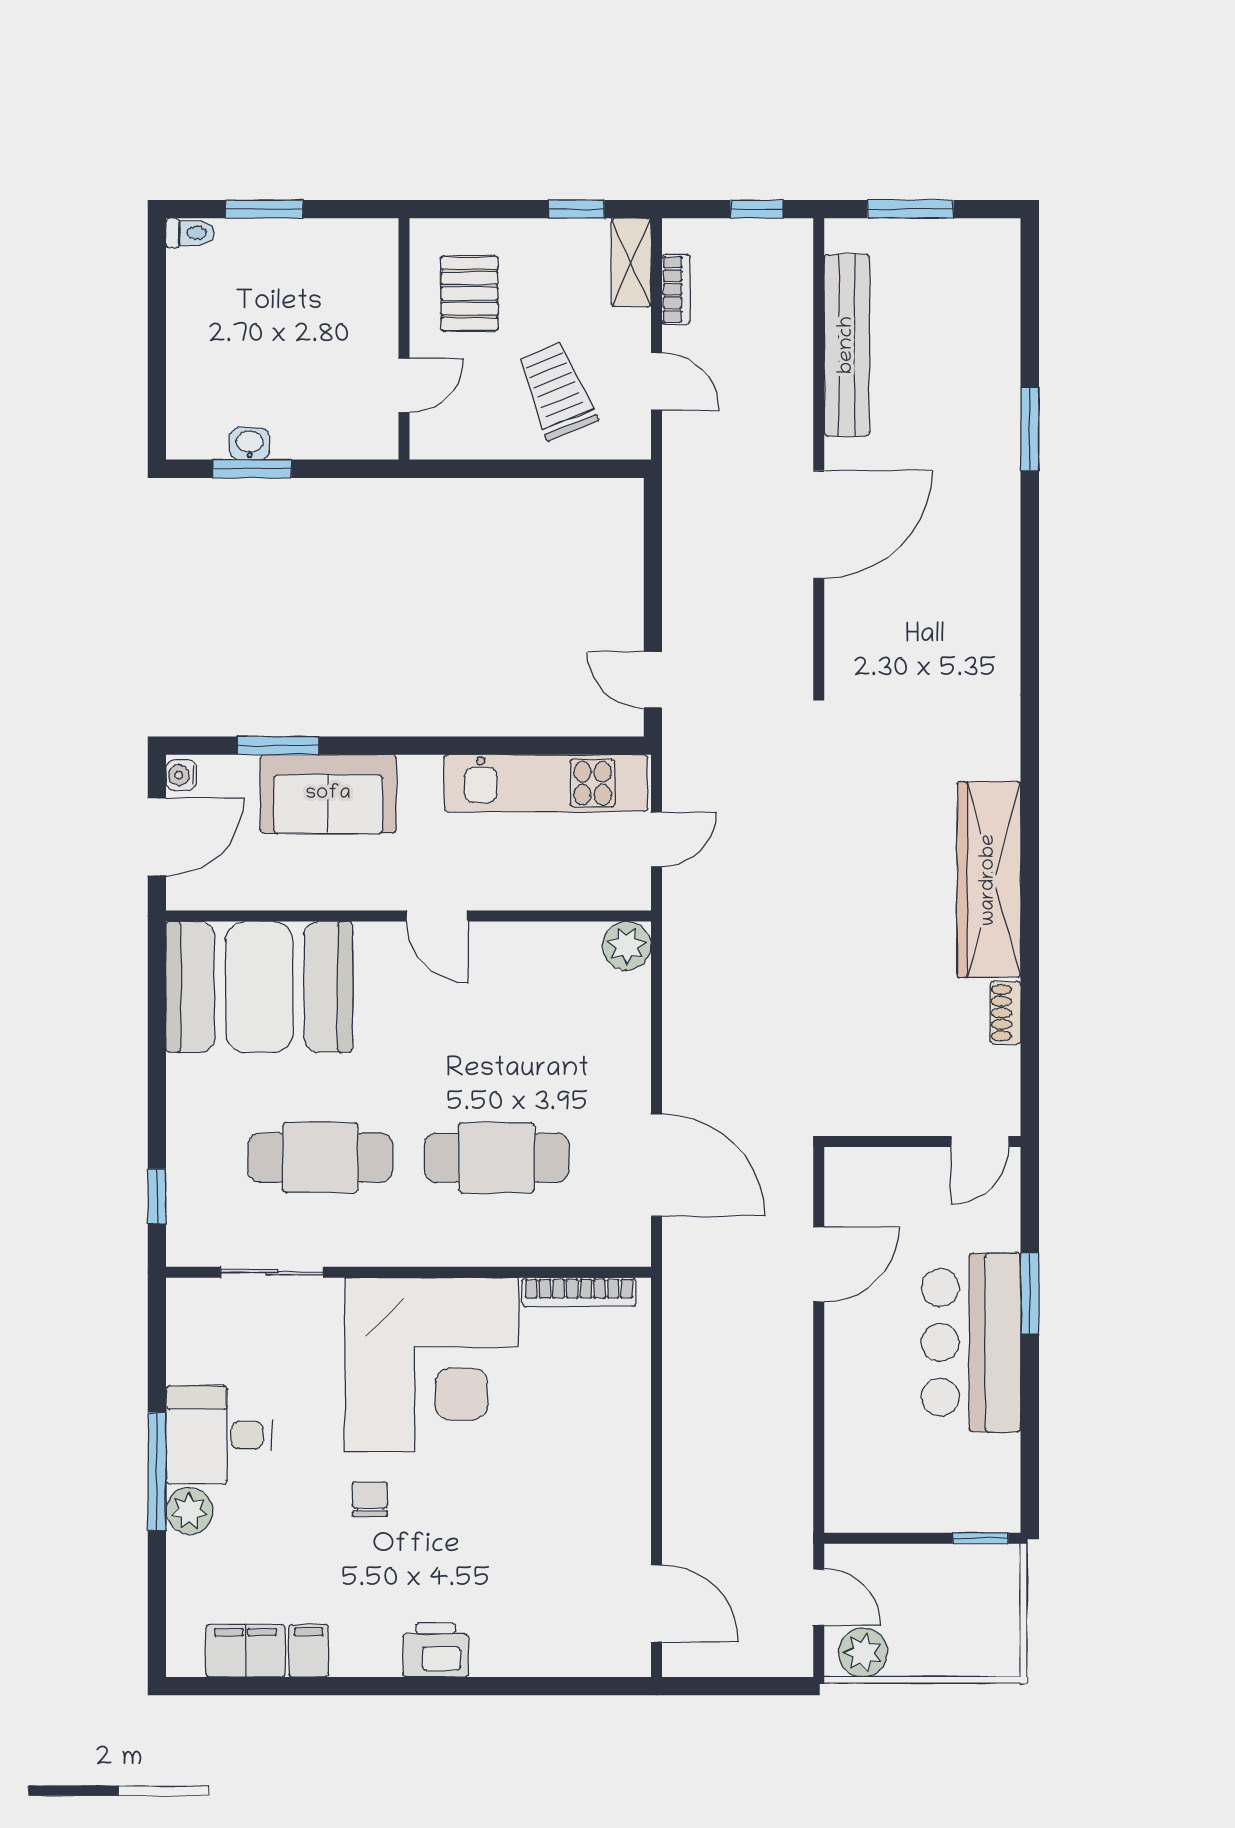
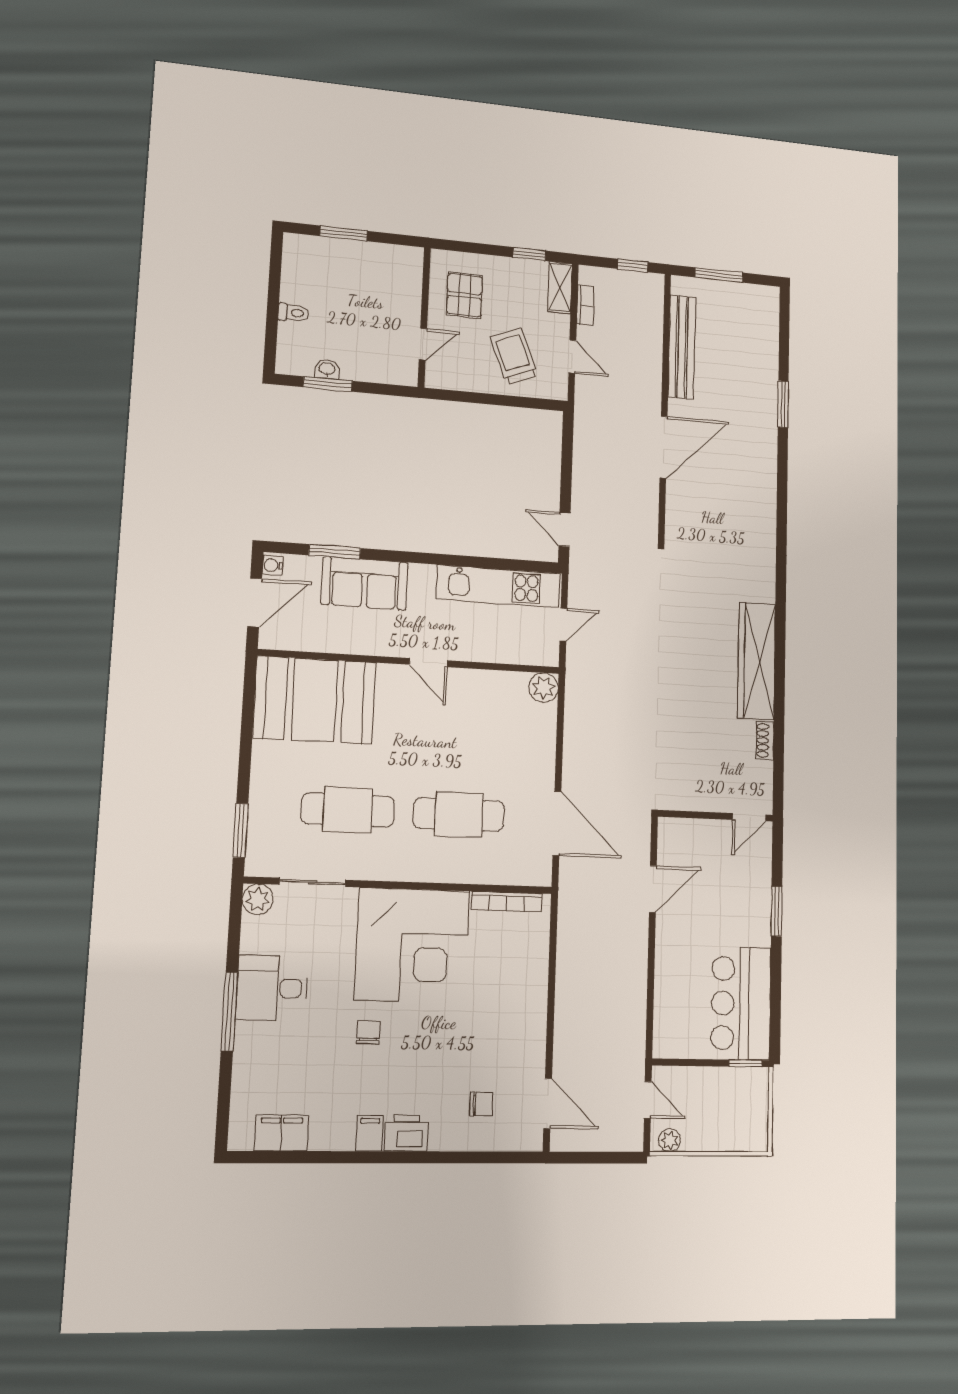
toilet: (190, 233) -> (293, 313), moved
window: (157, 1196) -> (241, 830), width x1.50
bar counter: (971, 1342) -> (741, 1003), moved
plant: (189, 1511) -> (258, 899), moved
chair: (551, 1606) -> (481, 1104), added
filing cabinet: (309, 1651) -> (370, 1133), moved
plant: (863, 1653) -> (670, 1140), width x0.73, depth x0.73

